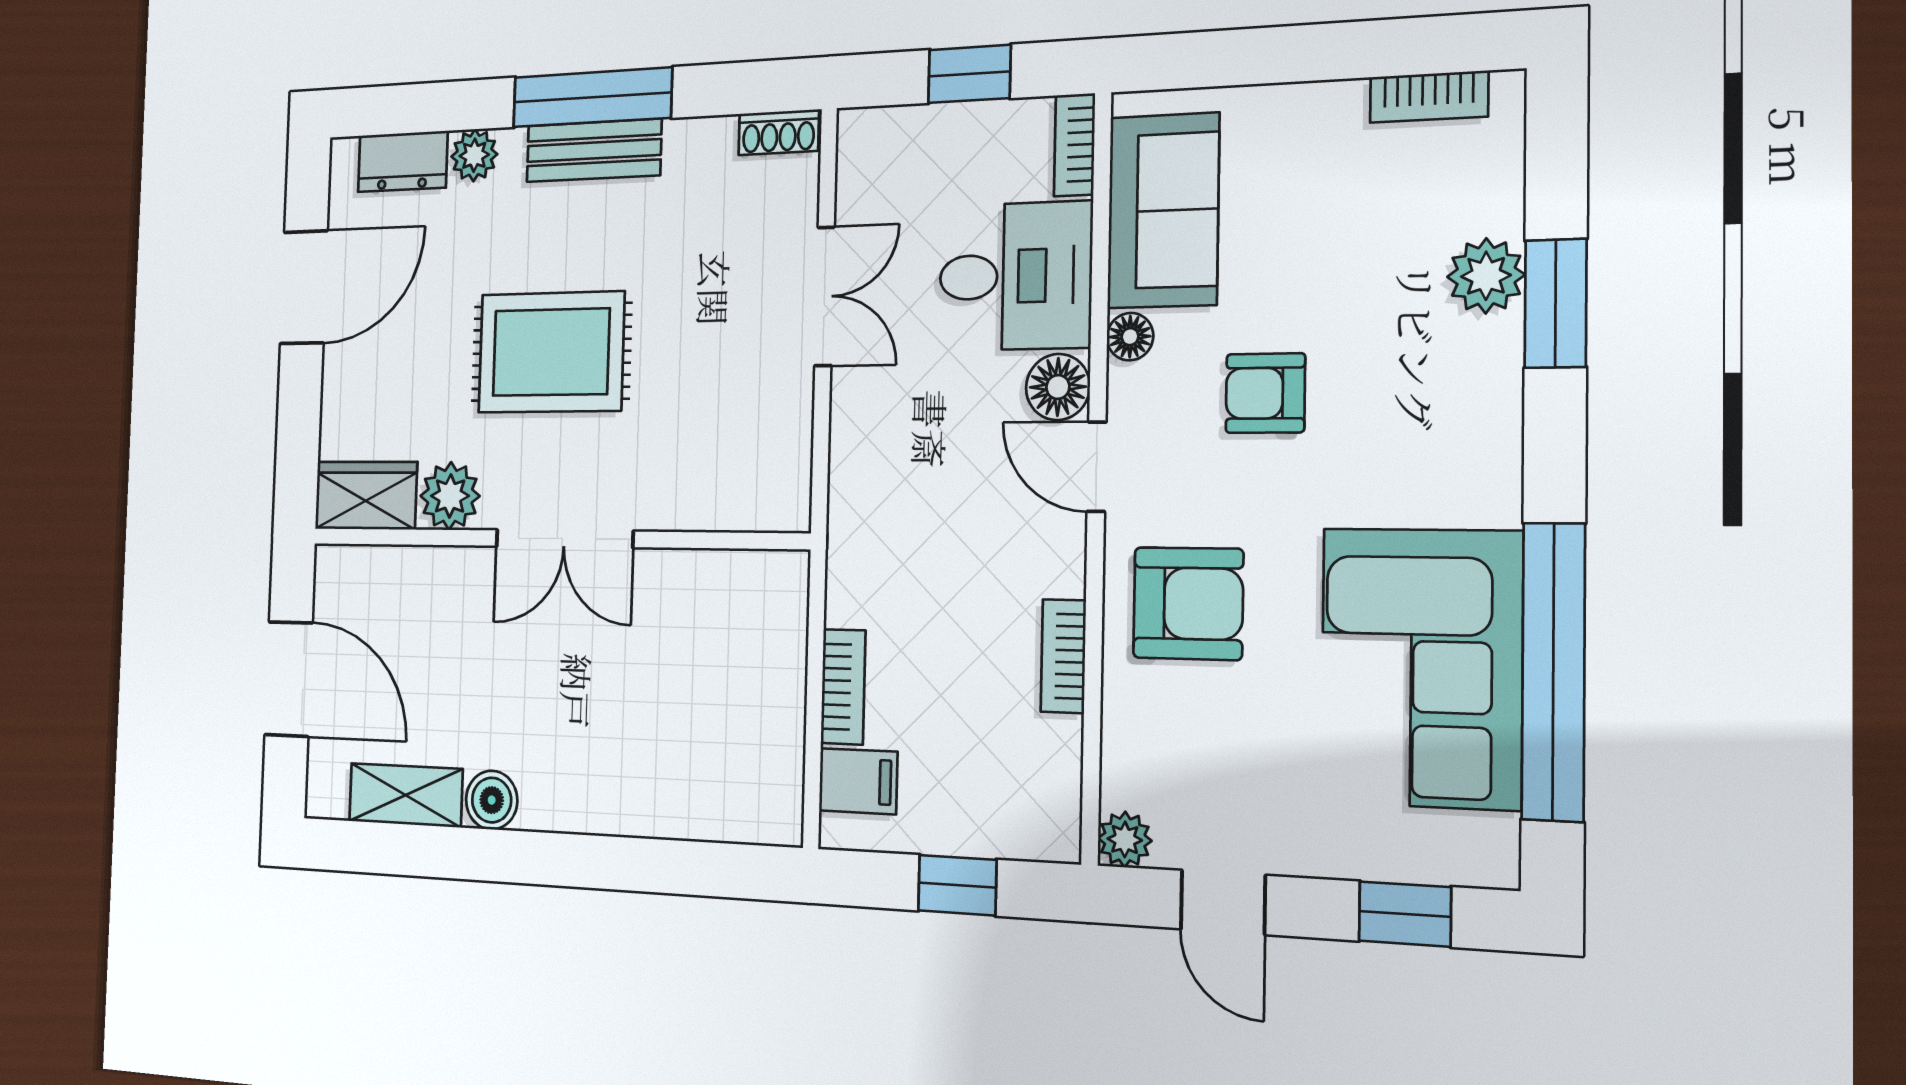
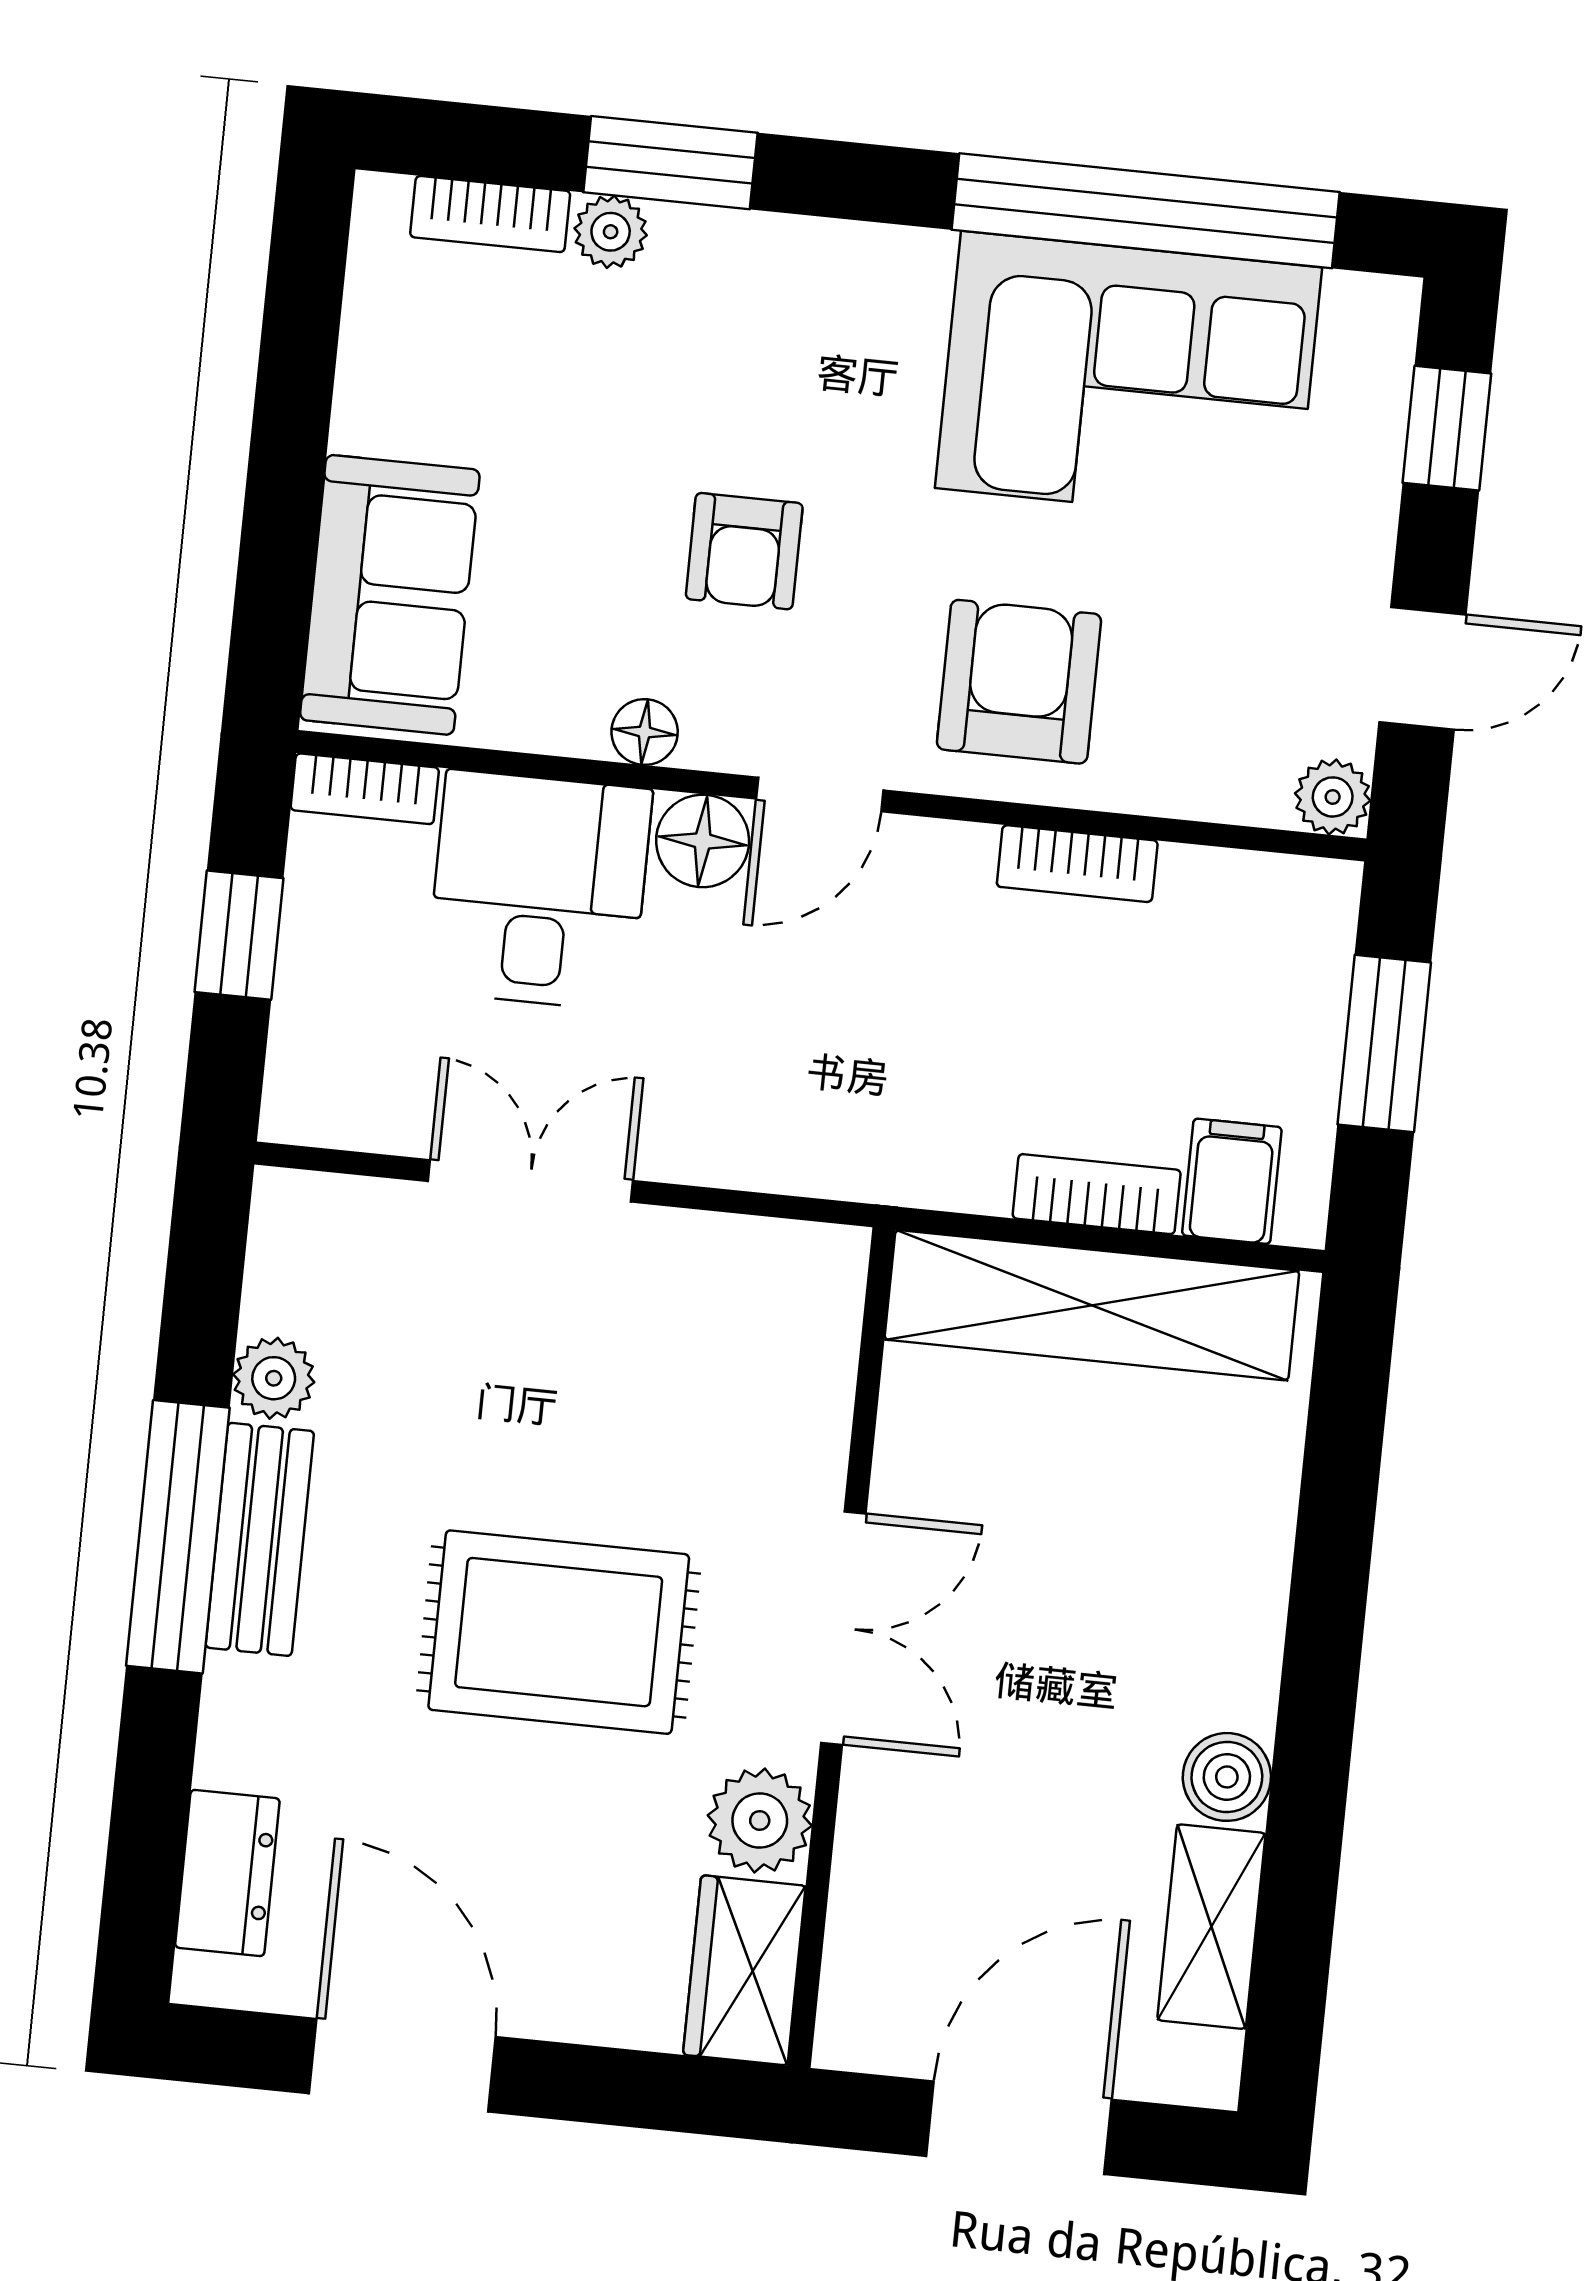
bookcase: (1429, 97) -> (490, 214), moved, turned 90
shoe rack: (779, 132) -> (278, 1235), removed
plant: (474, 155) -> (274, 1378), moved
sofa: (1163, 211) -> (390, 595), moved, turned 90
plant: (1486, 276) -> (611, 232), width x0.73, depth x0.73
rug: (551, 352) -> (559, 1632), turned 90
shelving: (772, 689) -> (1092, 1305), added
window: (957, 885) -> (1384, 1043), width x1.50

